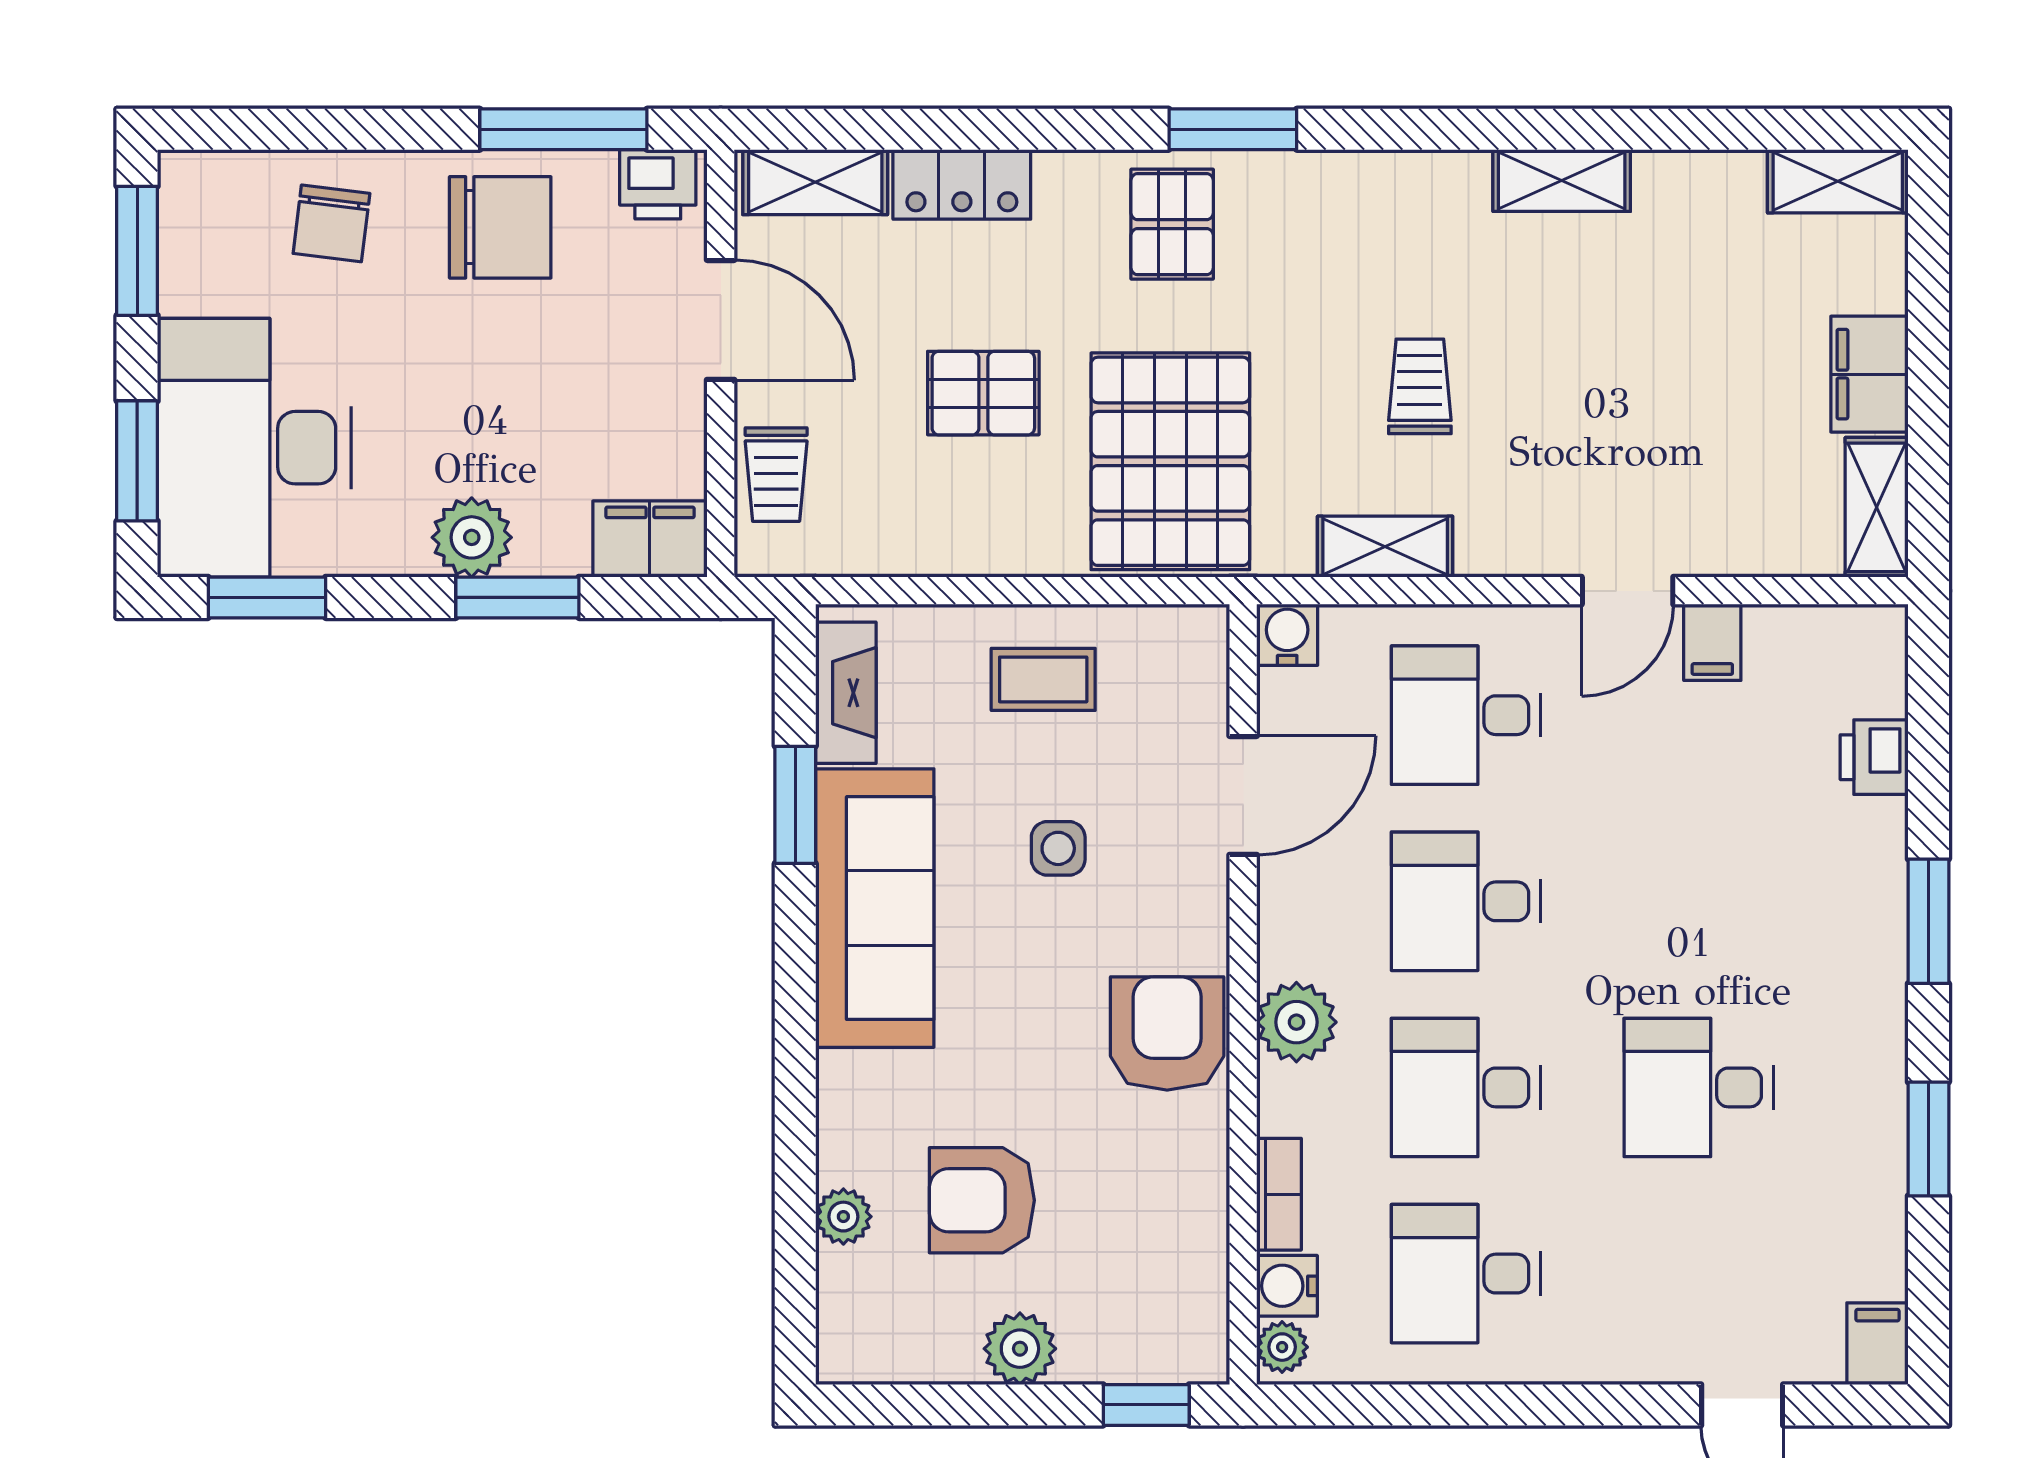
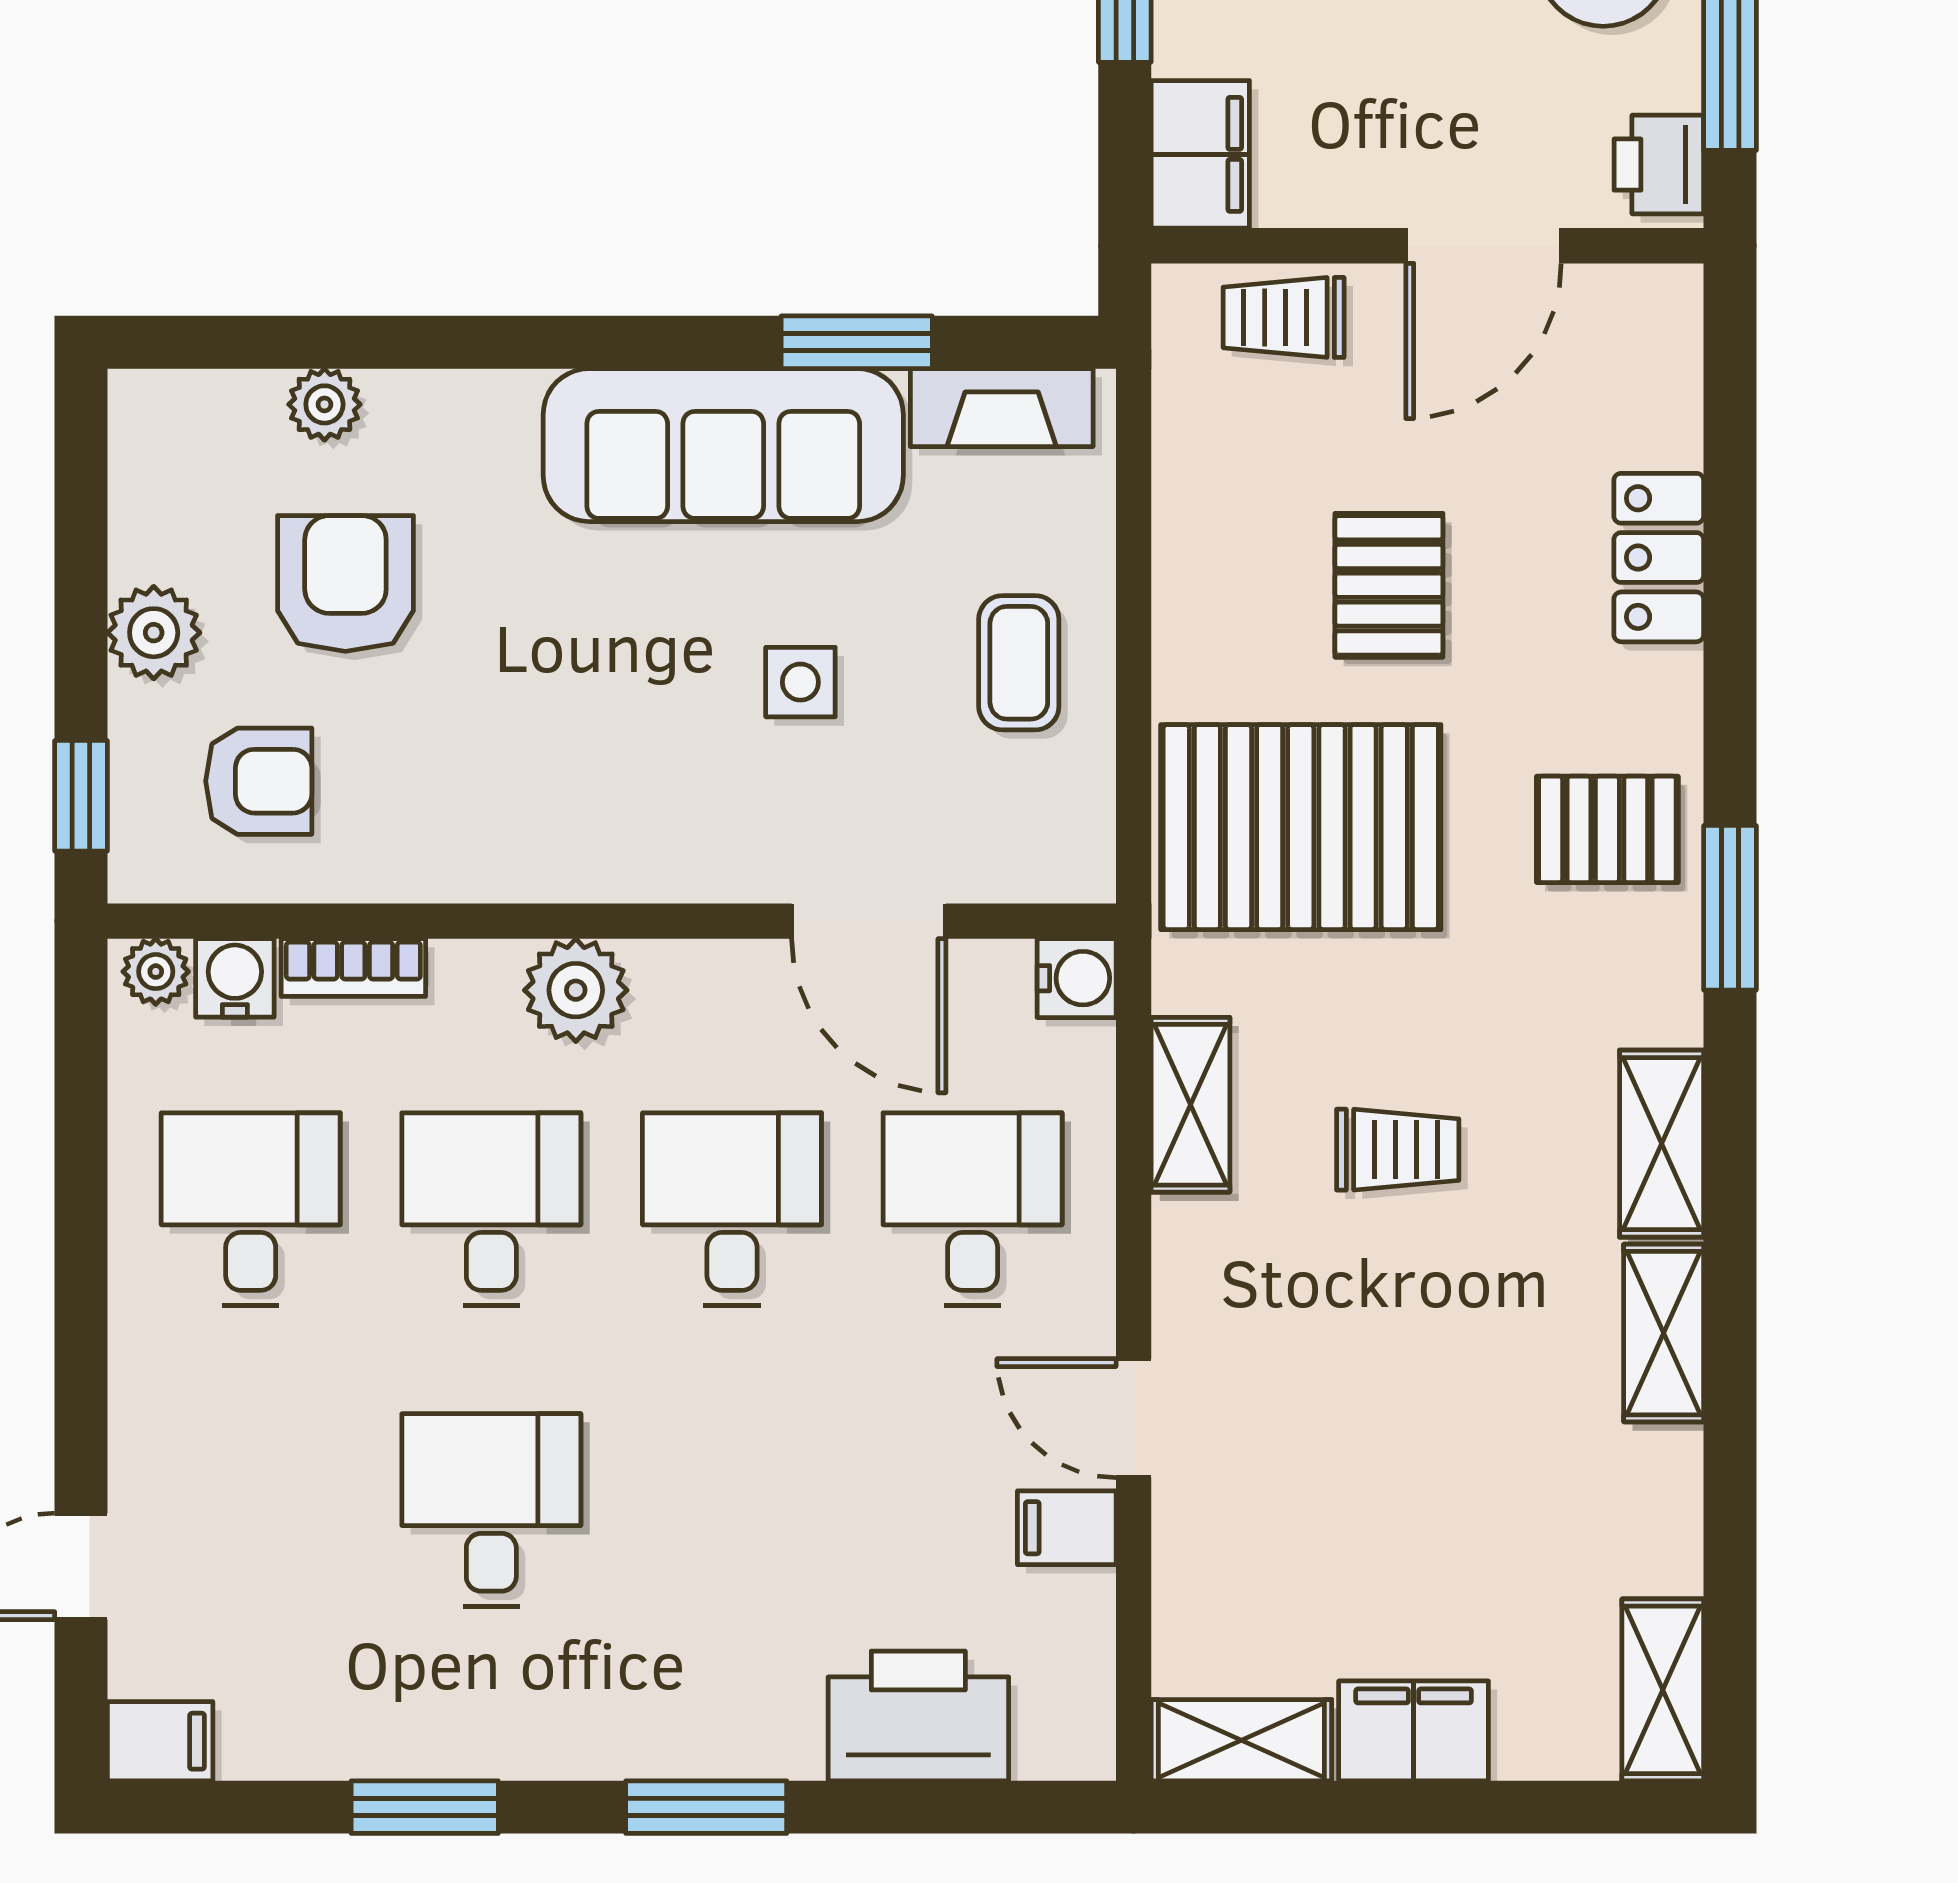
shelving: (815, 182) -> (1662, 1144), moved
printer: (1874, 757) -> (918, 1716), width x1.87, depth x1.48
armchair: (1167, 1033) -> (259, 781), moved, width x0.72, depth x0.72

